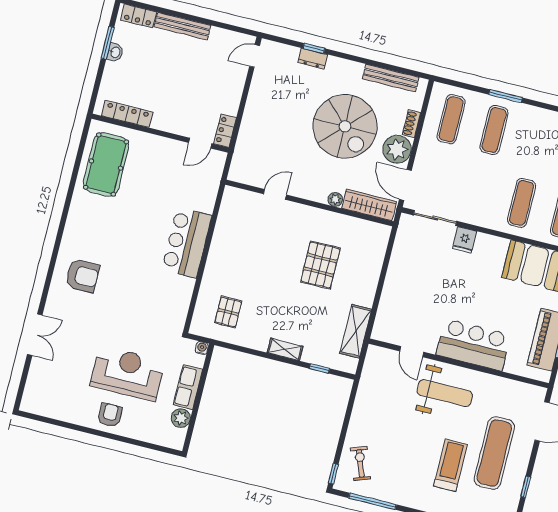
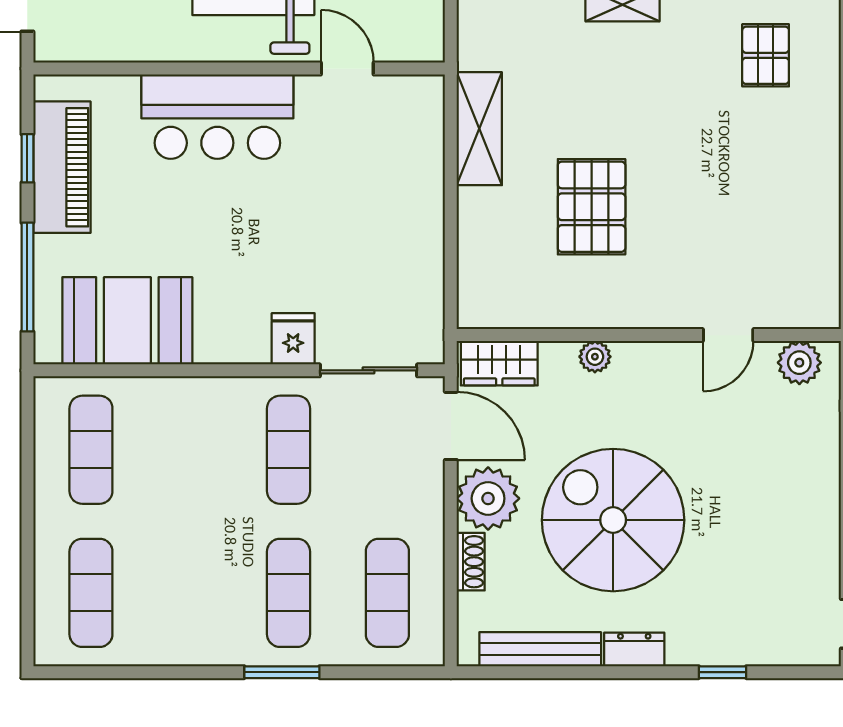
dresser: (313, 59) -> (634, 649), moved
plant: (247, 175) -> (799, 363), added
exercise mat: (522, 203) -> (289, 450), moved
wardrobe: (369, 205) -> (499, 363), width x0.67
shelving: (356, 331) -> (479, 129), moved

